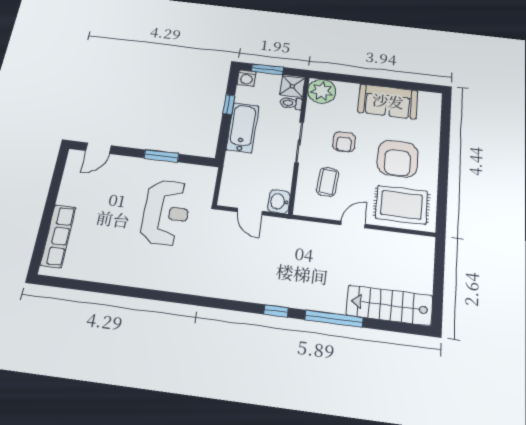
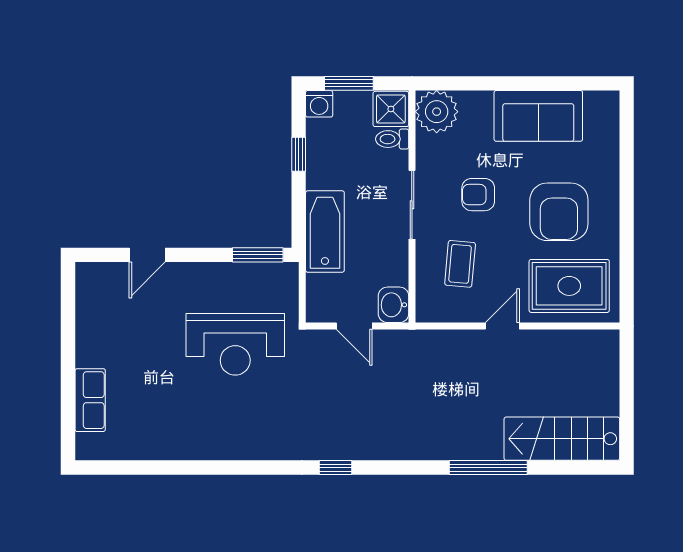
bathtub: (243, 128) -> (325, 232), moved
armchair: (344, 142) -> (478, 195), turned 90
door: (98, 148) -> (147, 255), moved
window: (161, 156) -> (258, 255), moved
reception desk: (166, 213) -> (235, 344), turned 90
row of seats: (58, 236) -> (90, 400), width x0.68
window: (276, 311) -> (335, 468), moved

